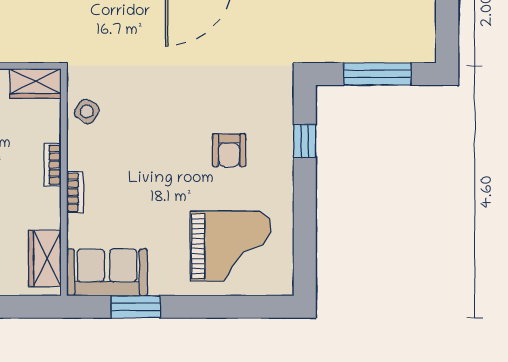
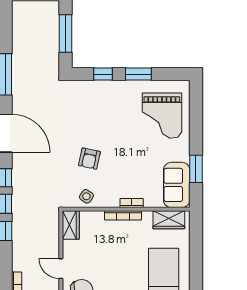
armchair: (229, 150) -> (89, 159), moved, turned 102
bookcase: (53, 165) -> (123, 215), width x1.56
window: (305, 204) -> (138, 74), added
grand piano: (231, 246) -> (162, 116), turned 180

